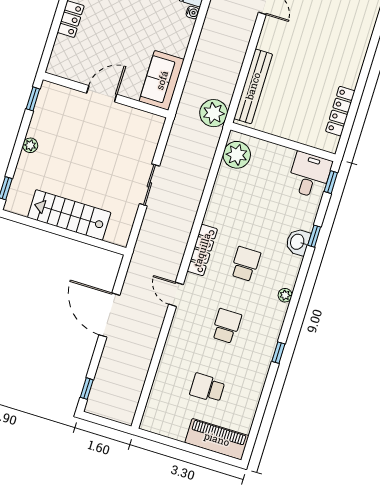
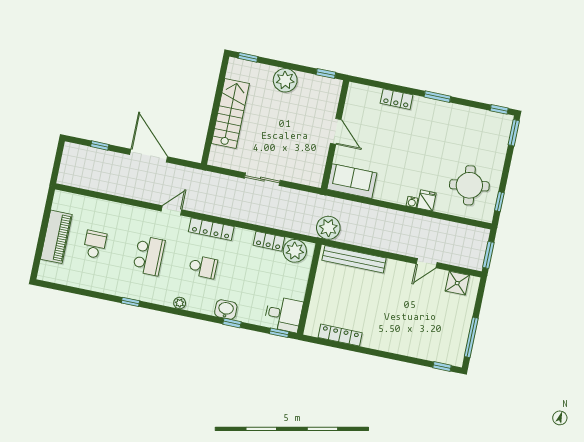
plant: (30, 145) -> (285, 80), width x1.87, depth x1.87
locker: (223, 184) -> (269, 241), added
door: (109, 315) -> (149, 156), hinge flipped
school desk: (226, 326) -> (149, 256), width x1.85
window: (87, 389) -> (100, 145), moved
piano: (217, 439) -> (56, 237), moved

